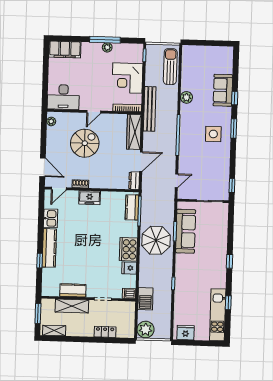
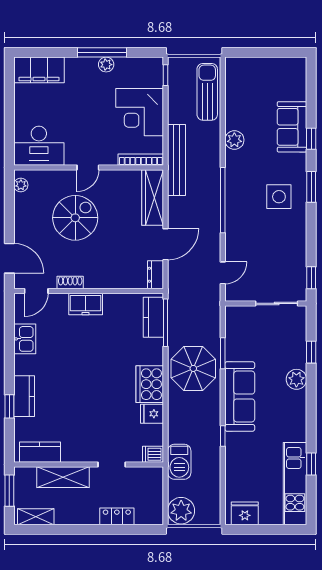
sofa: (186, 231) -> (240, 397), moved
kitchen counter: (49, 248) -> (24, 396), width x0.67
plant: (221, 249) -> (296, 379), added
window: (230, 261) -> (311, 352), moved
kitchen counter: (73, 290) -> (40, 452), moved

